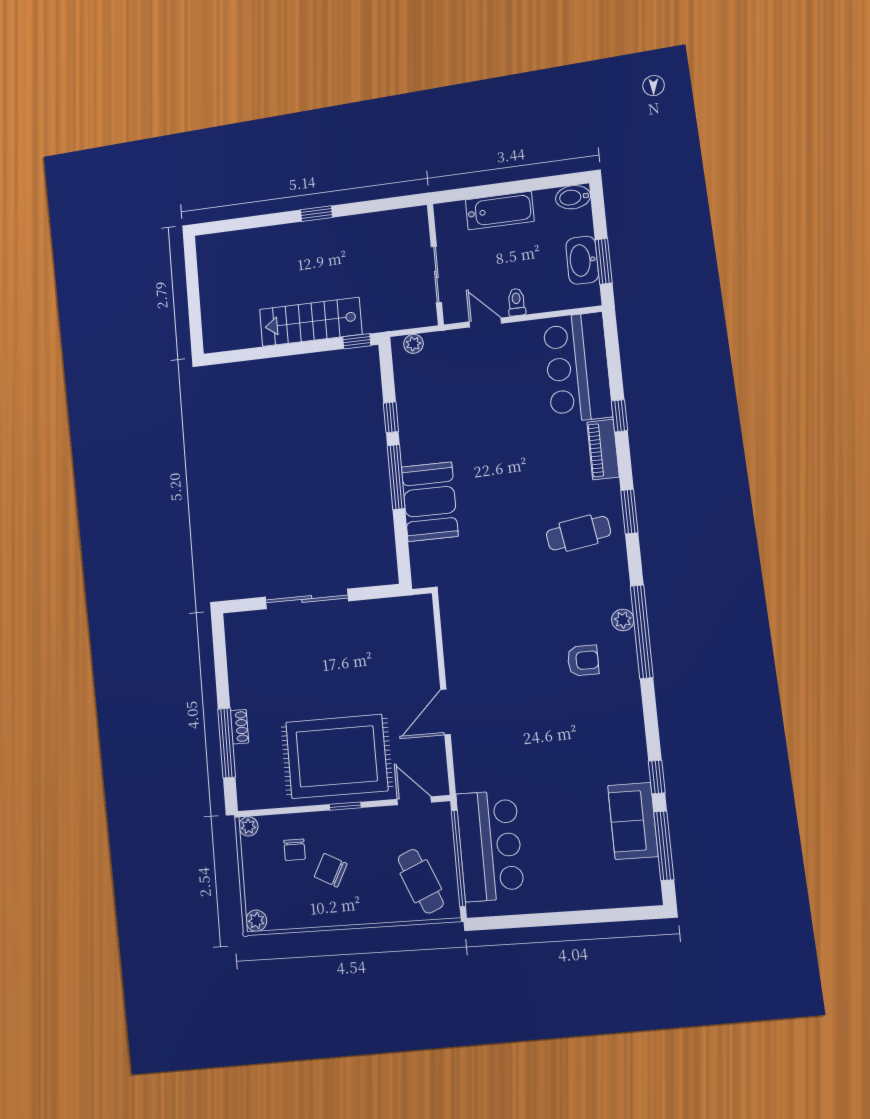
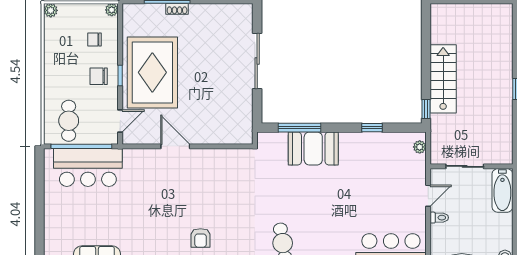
bathtub: (500, 211) -> (502, 190), moved
window: (396, 477) -> (300, 128), moved
chair: (331, 870) -> (99, 76), moved, turned -118
cafe table: (421, 881) -> (69, 121), turned -67

